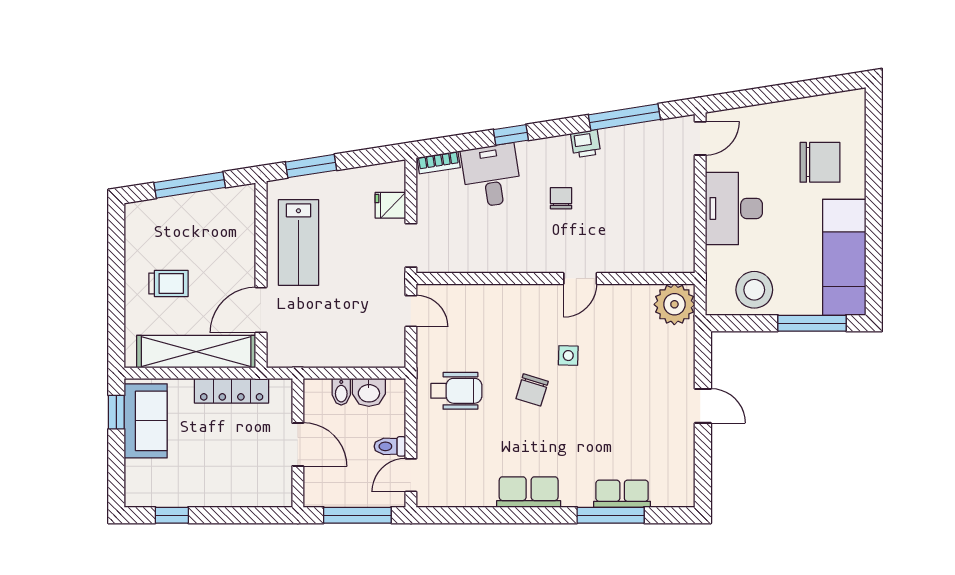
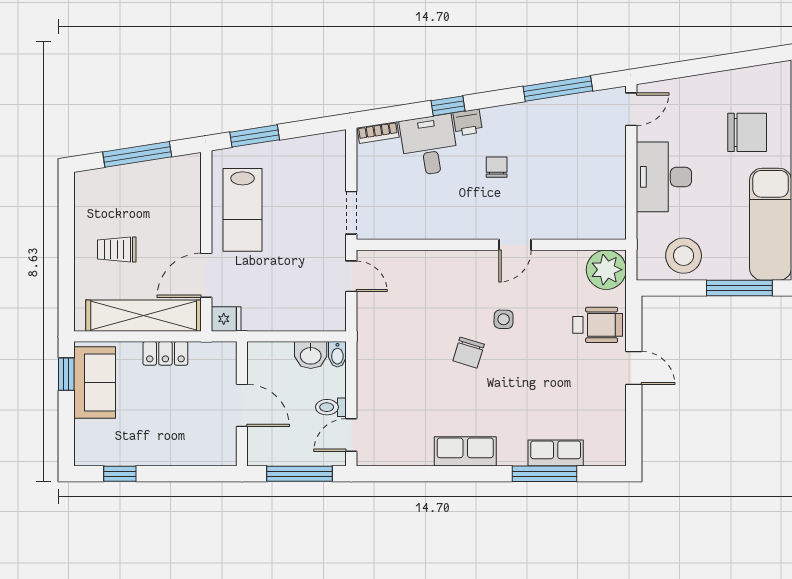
printer: (586, 144) -> (468, 122), moved
fridge: (390, 205) -> (226, 319), moved, turned 180
trolley: (168, 283) -> (117, 250), turned 180
locker: (232, 391) -> (165, 353), width x0.66
wheelchair: (456, 391) -> (598, 325), moved
bidet: (341, 392) -> (337, 354), moved

